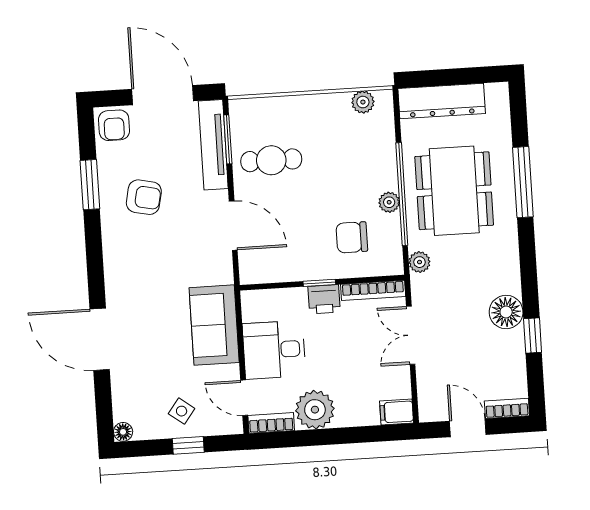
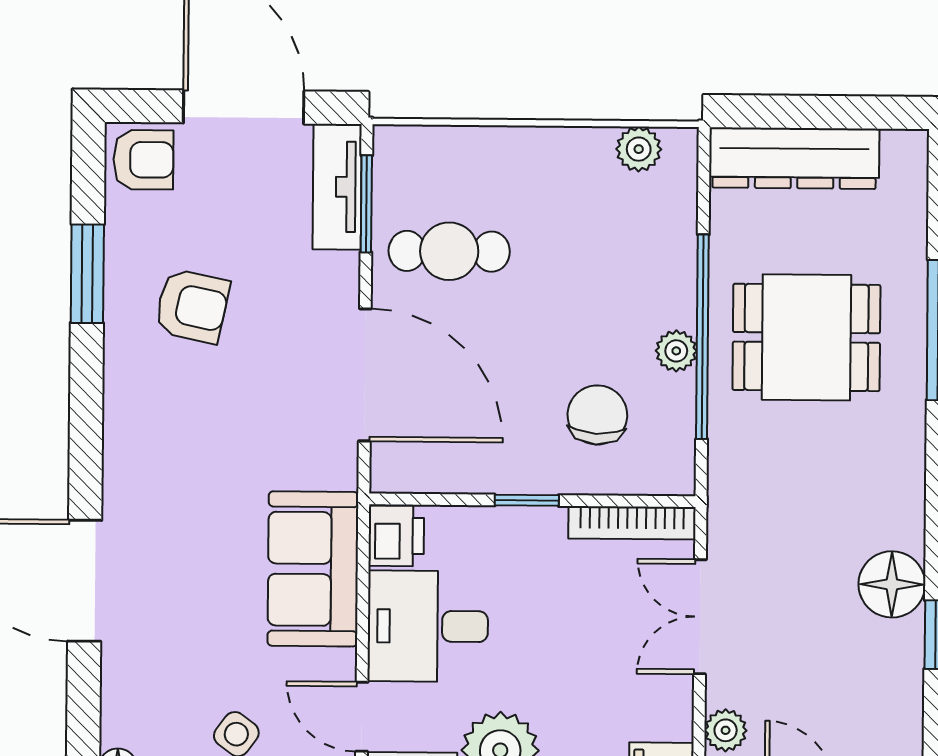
armchair: (114, 125) -> (143, 160), turned -90
tv unit: (213, 145) -> (337, 187), width x0.71
dining table: (454, 191) -> (806, 337), width x0.73
door: (233, 226) -> (365, 375), width x1.36
chair: (352, 237) -> (597, 415), turned 93
plant: (419, 262) -> (726, 730), moved
printer: (324, 299) -> (396, 536), moved, turned -90

